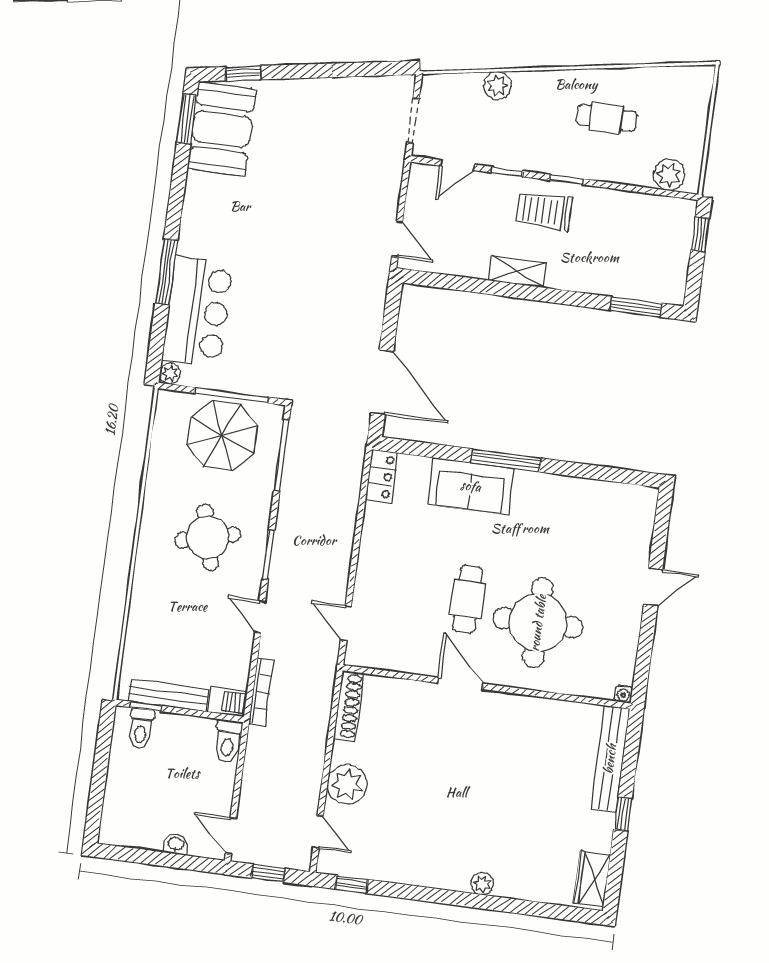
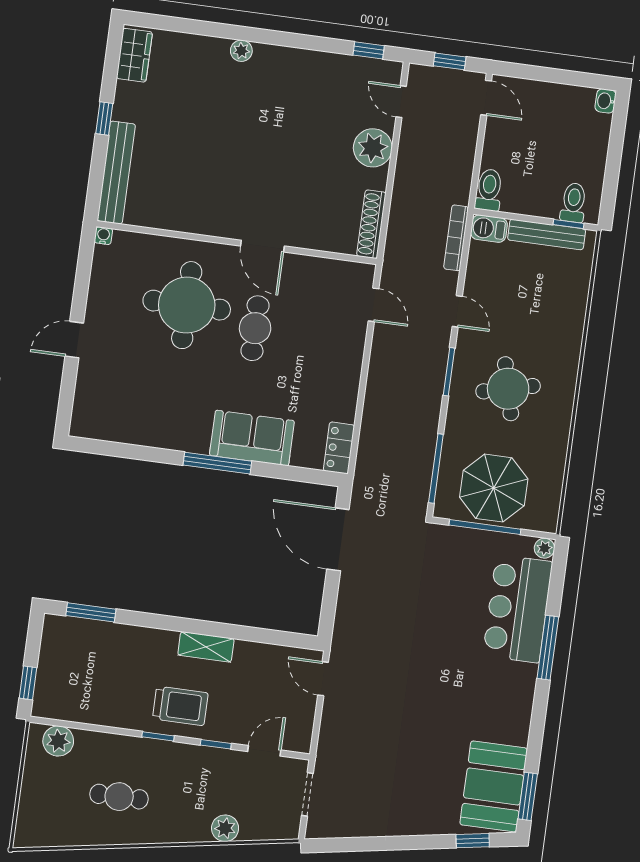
washbasin: (176, 844) -> (605, 101), moved, turned 90

